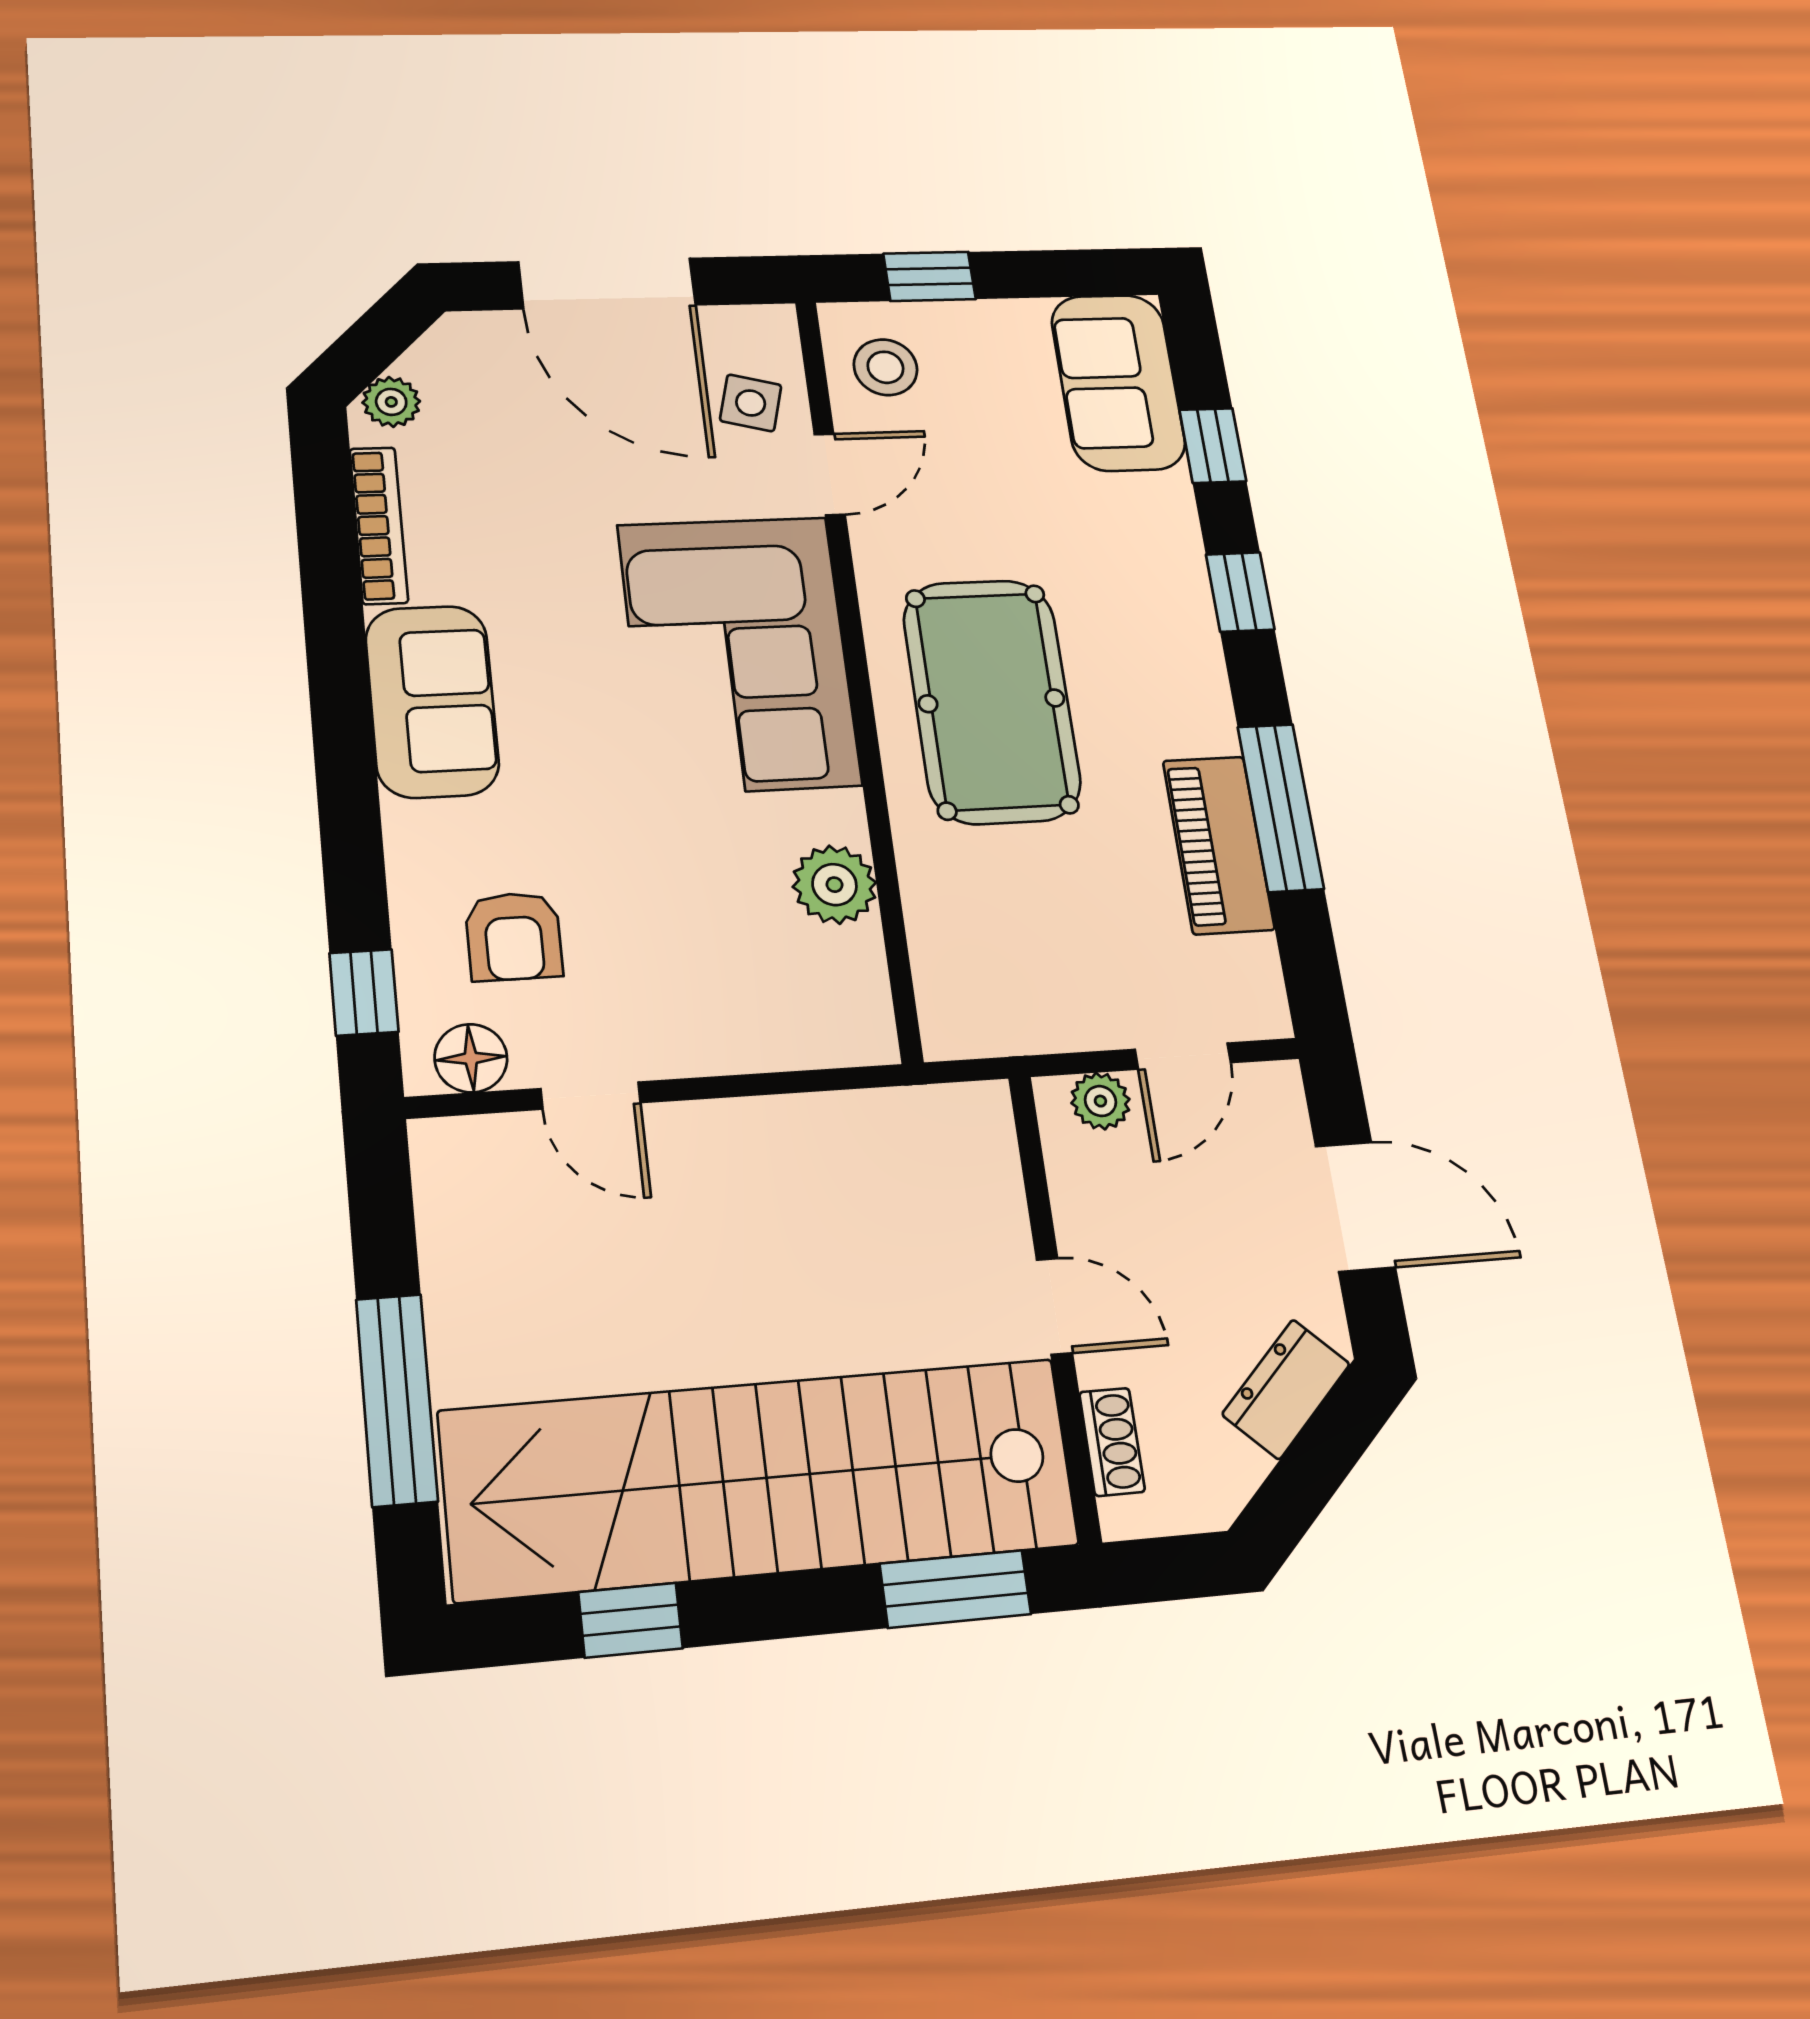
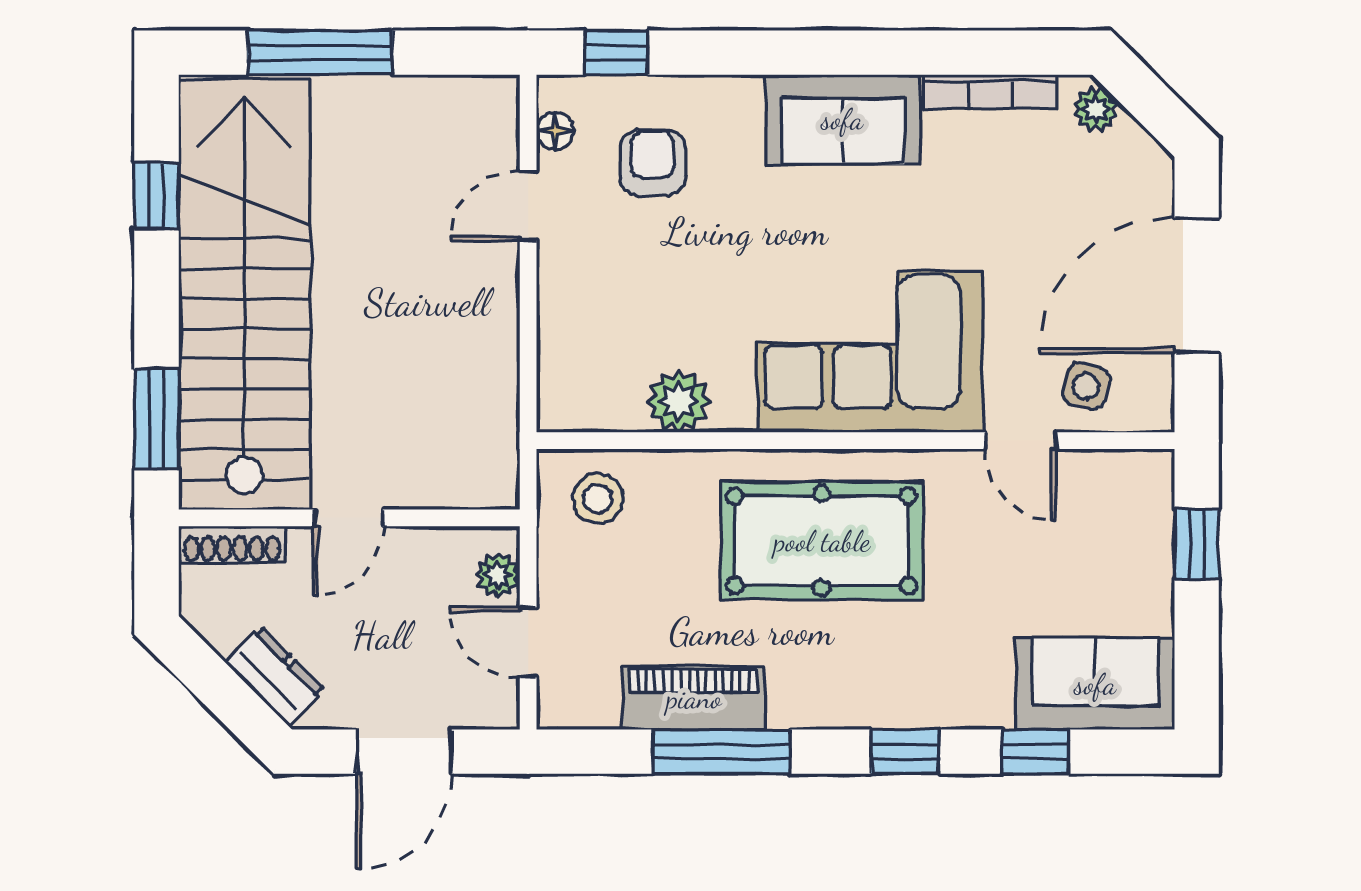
stool: (885, 367) -> (598, 499), moved
armchair: (514, 936) -> (653, 163), turned 90
floor lamp: (471, 1058) -> (555, 131), width x0.73, depth x0.73
shoe rack: (1112, 1442) -> (232, 544), width x1.43

